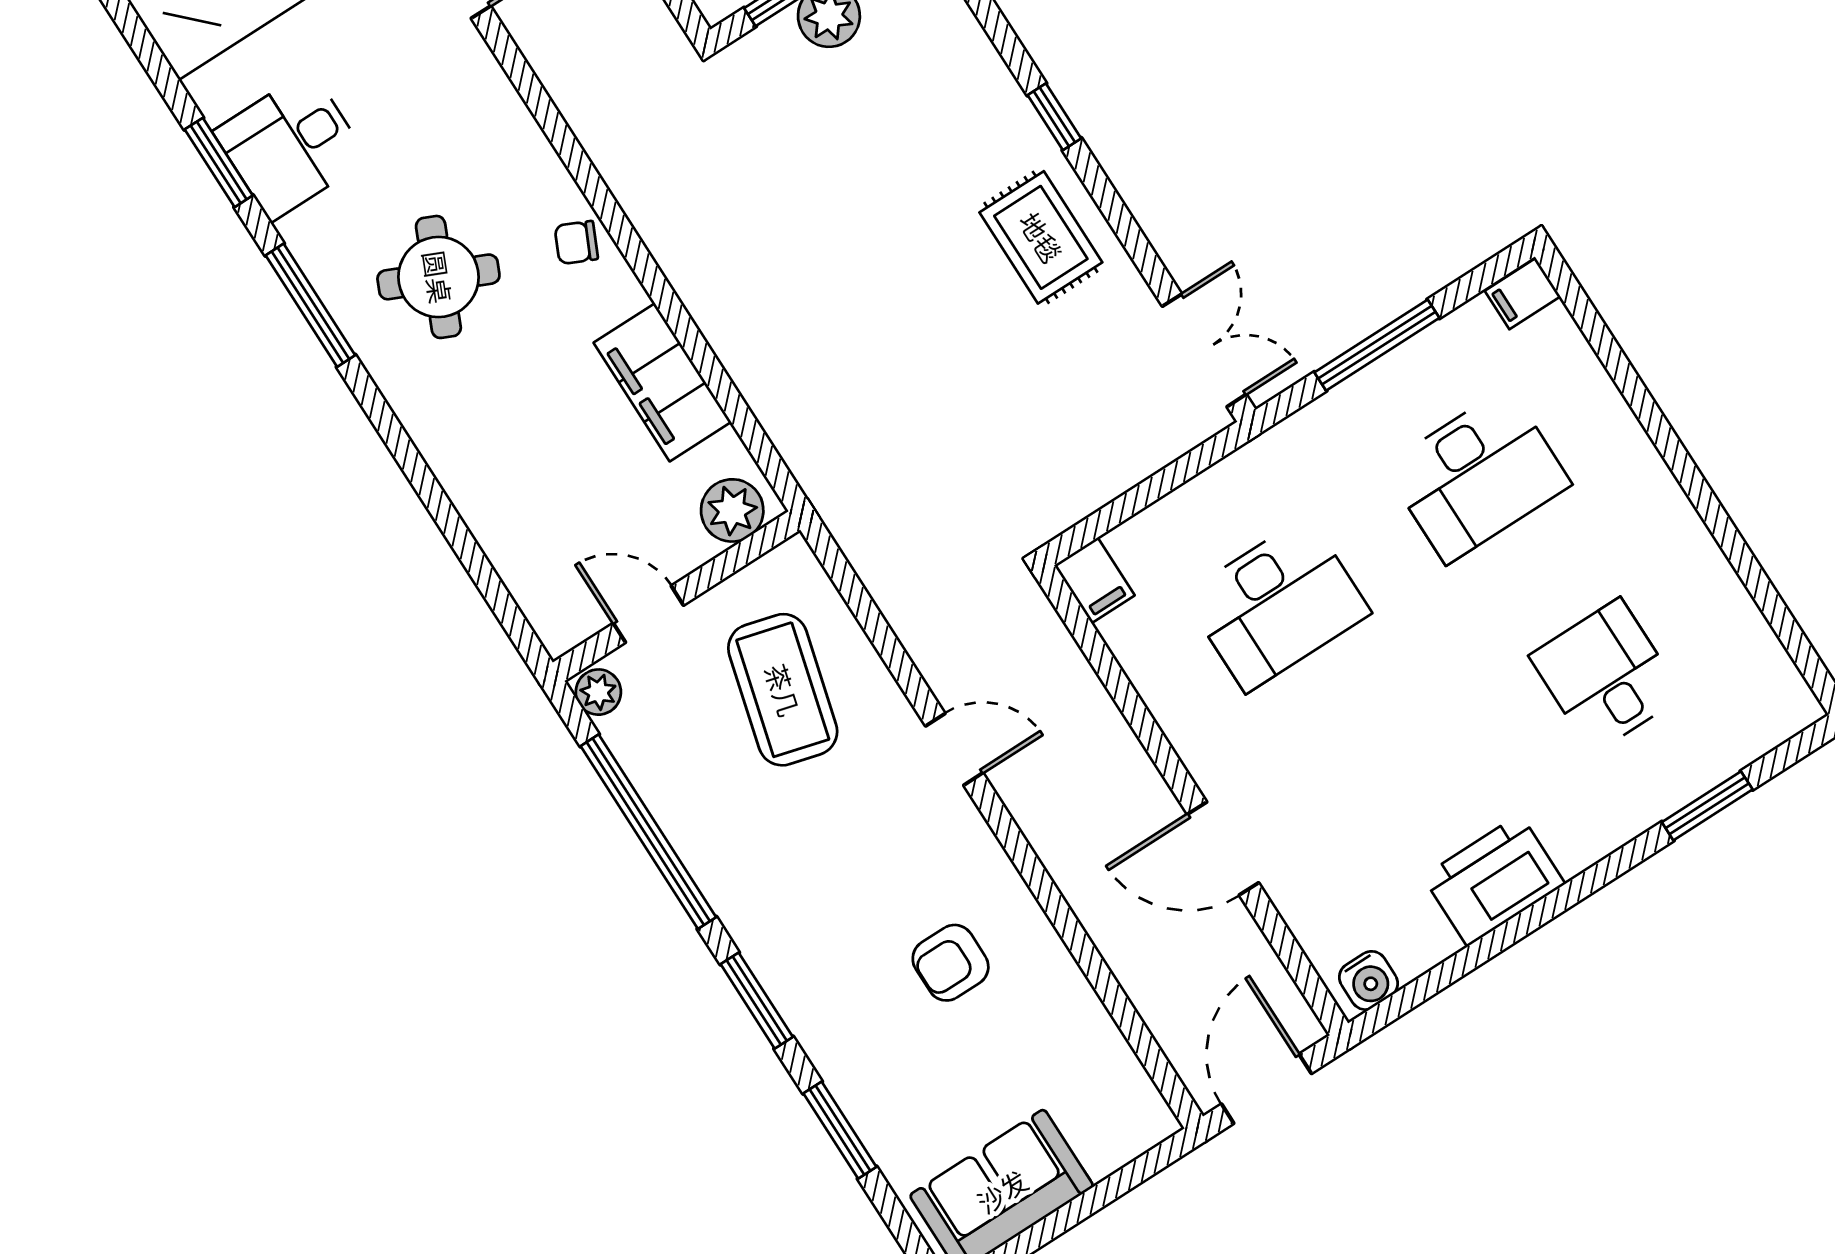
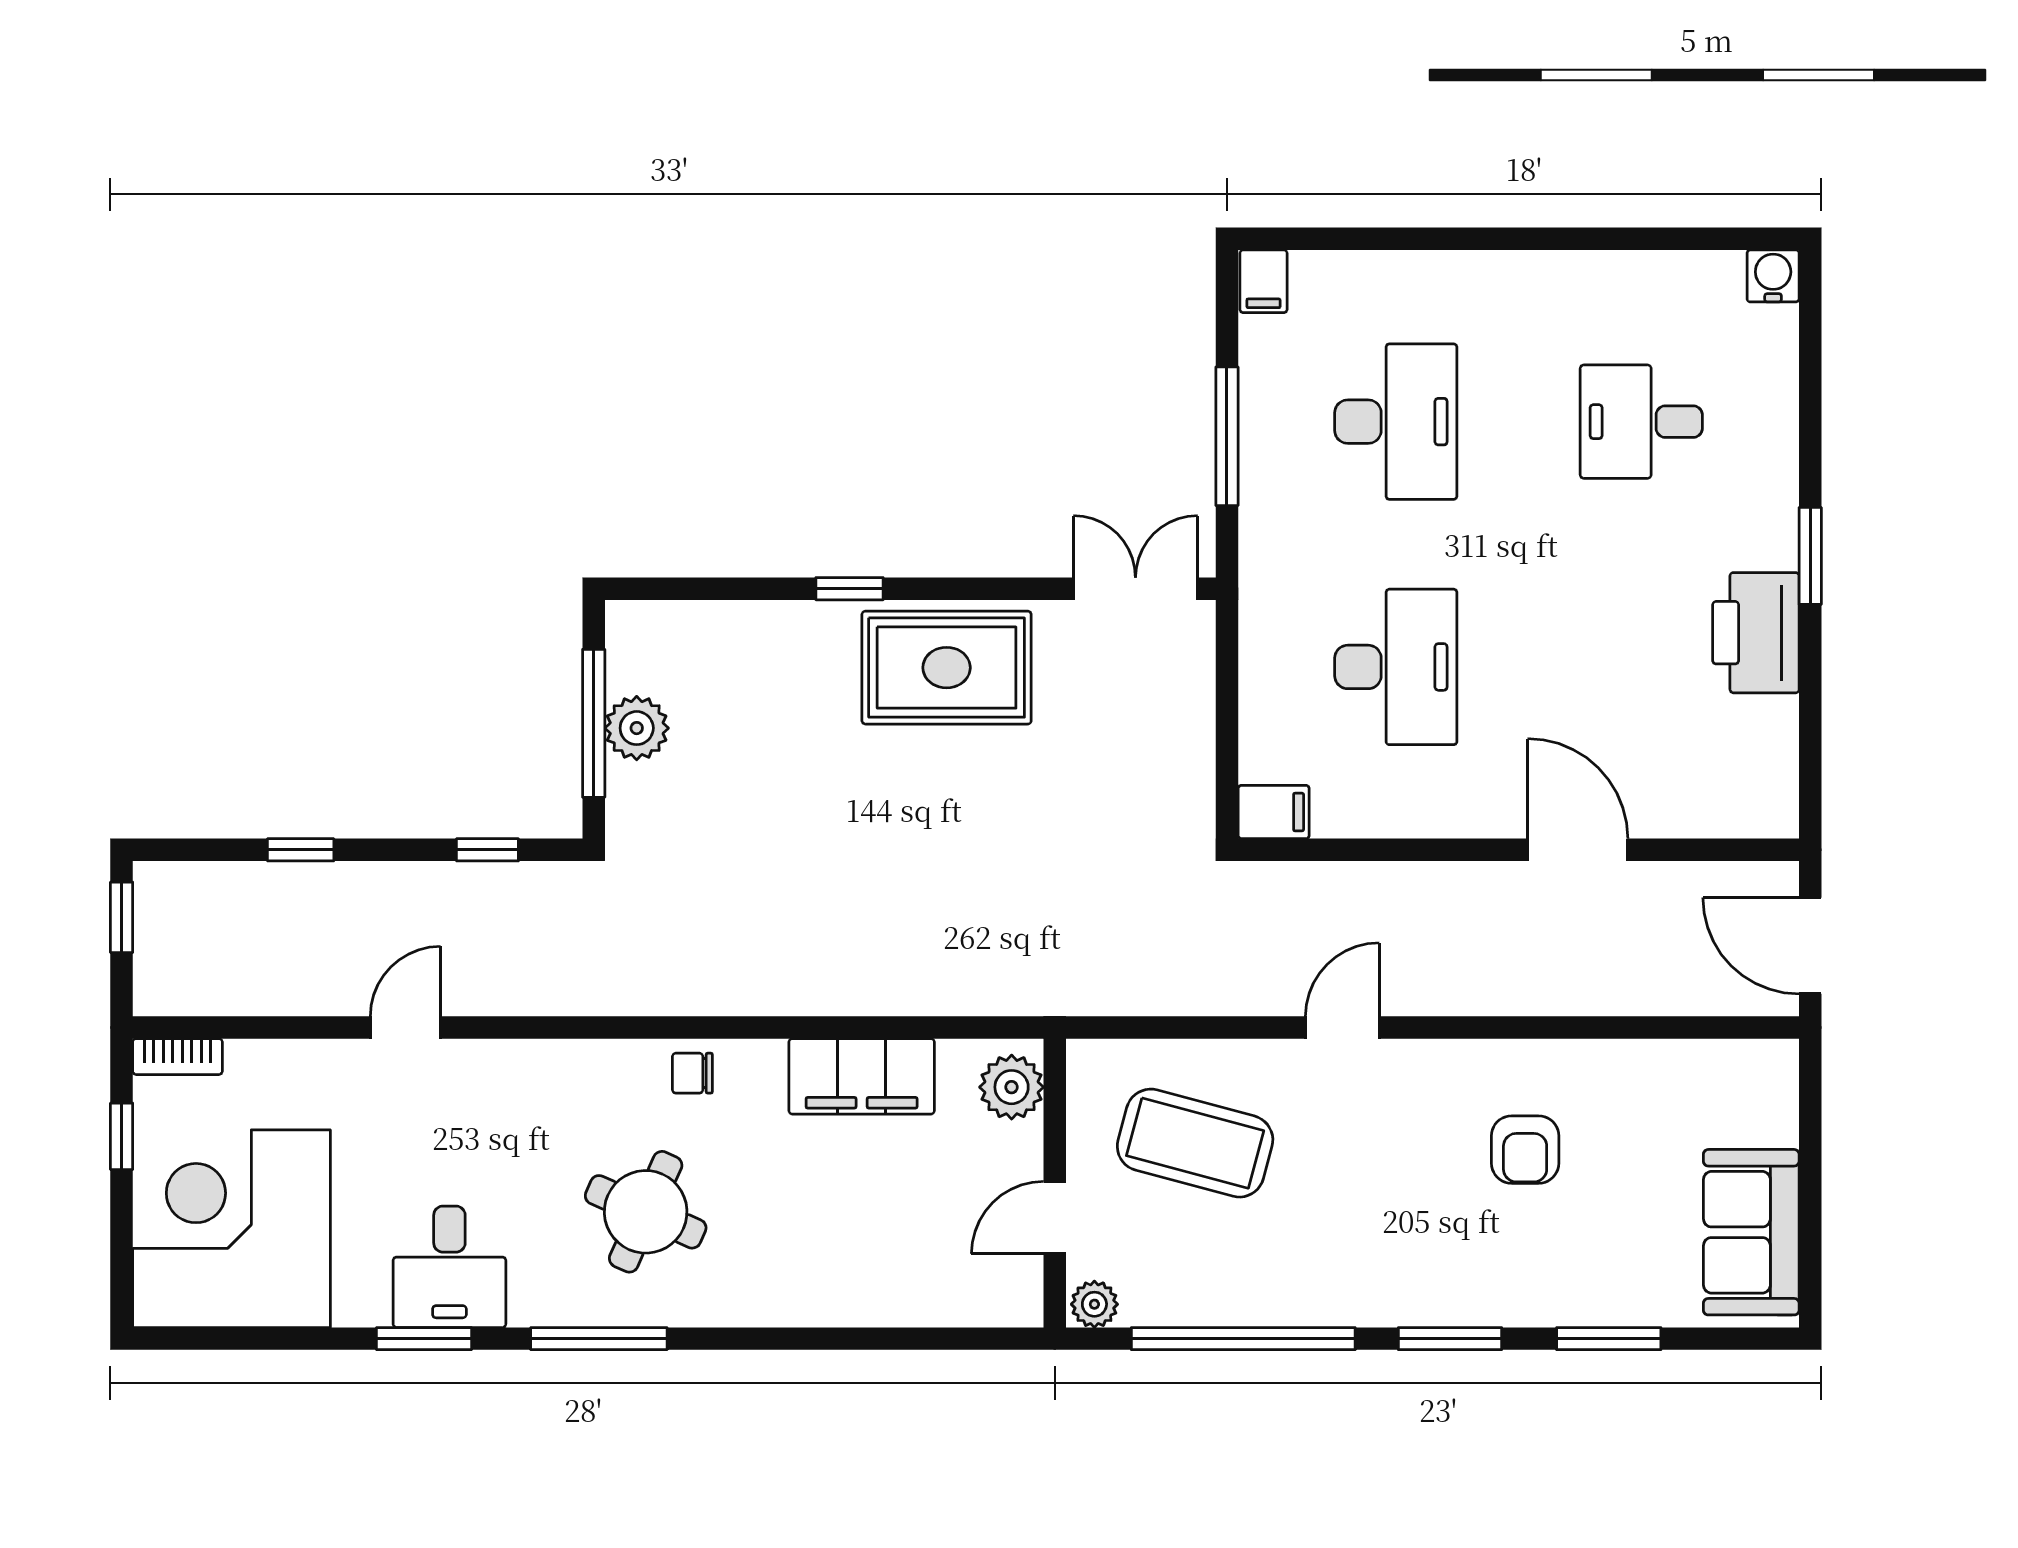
rug: (1041, 237) -> (947, 668), width x1.36, depth x1.43
chair: (576, 242) -> (692, 1073), turned 65
window: (1707, 806) -> (1810, 556), moved
door: (1223, 849) -> (1578, 850), swing flipped
water cooler: (1369, 980) -> (1773, 276), moved, turned -90

